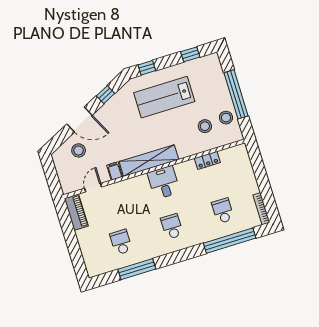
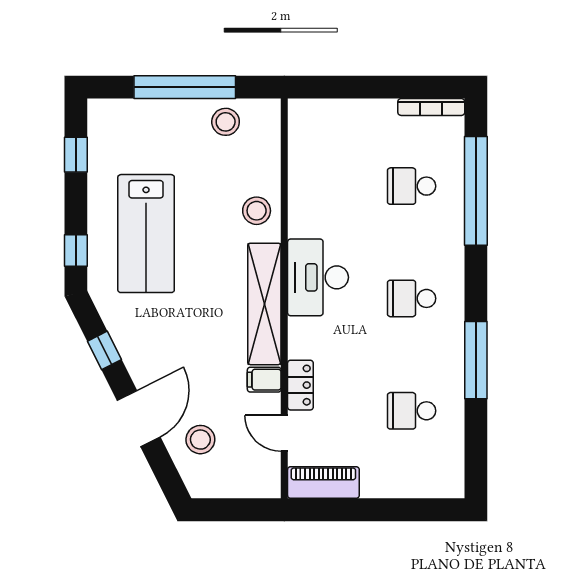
stool: (205, 126) -> (257, 211), moved
locker: (207, 160) -> (300, 385), moved
desk: (164, 183) -> (318, 277), width x1.37
window: (137, 269) -> (476, 360), moved

